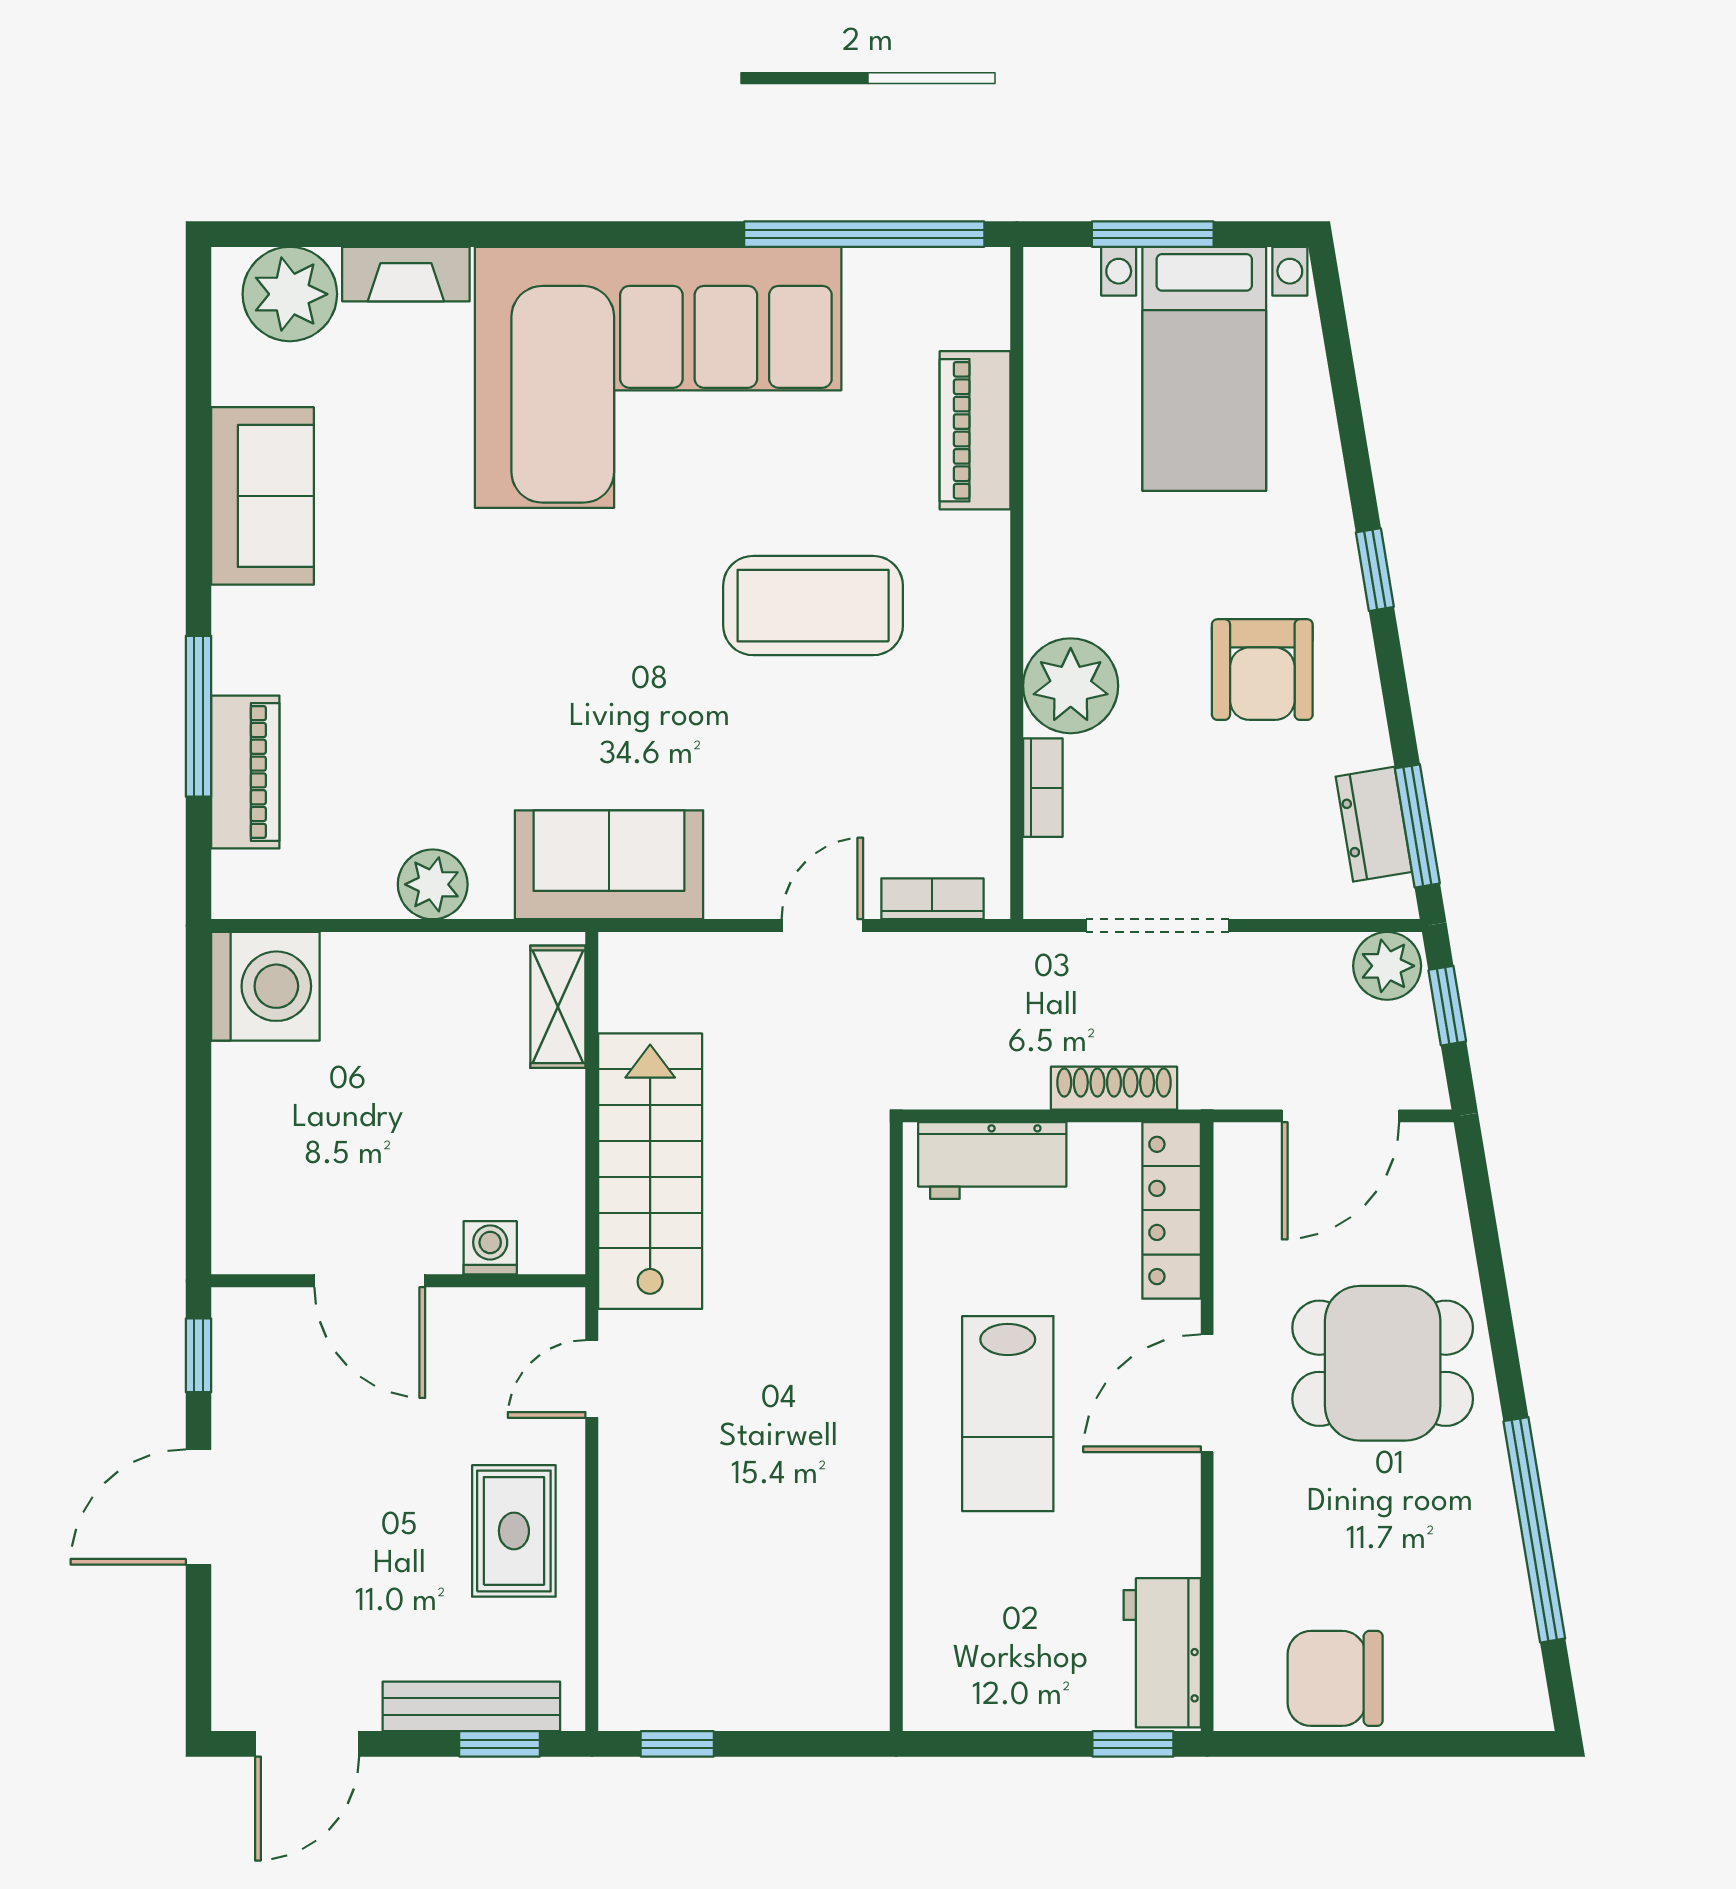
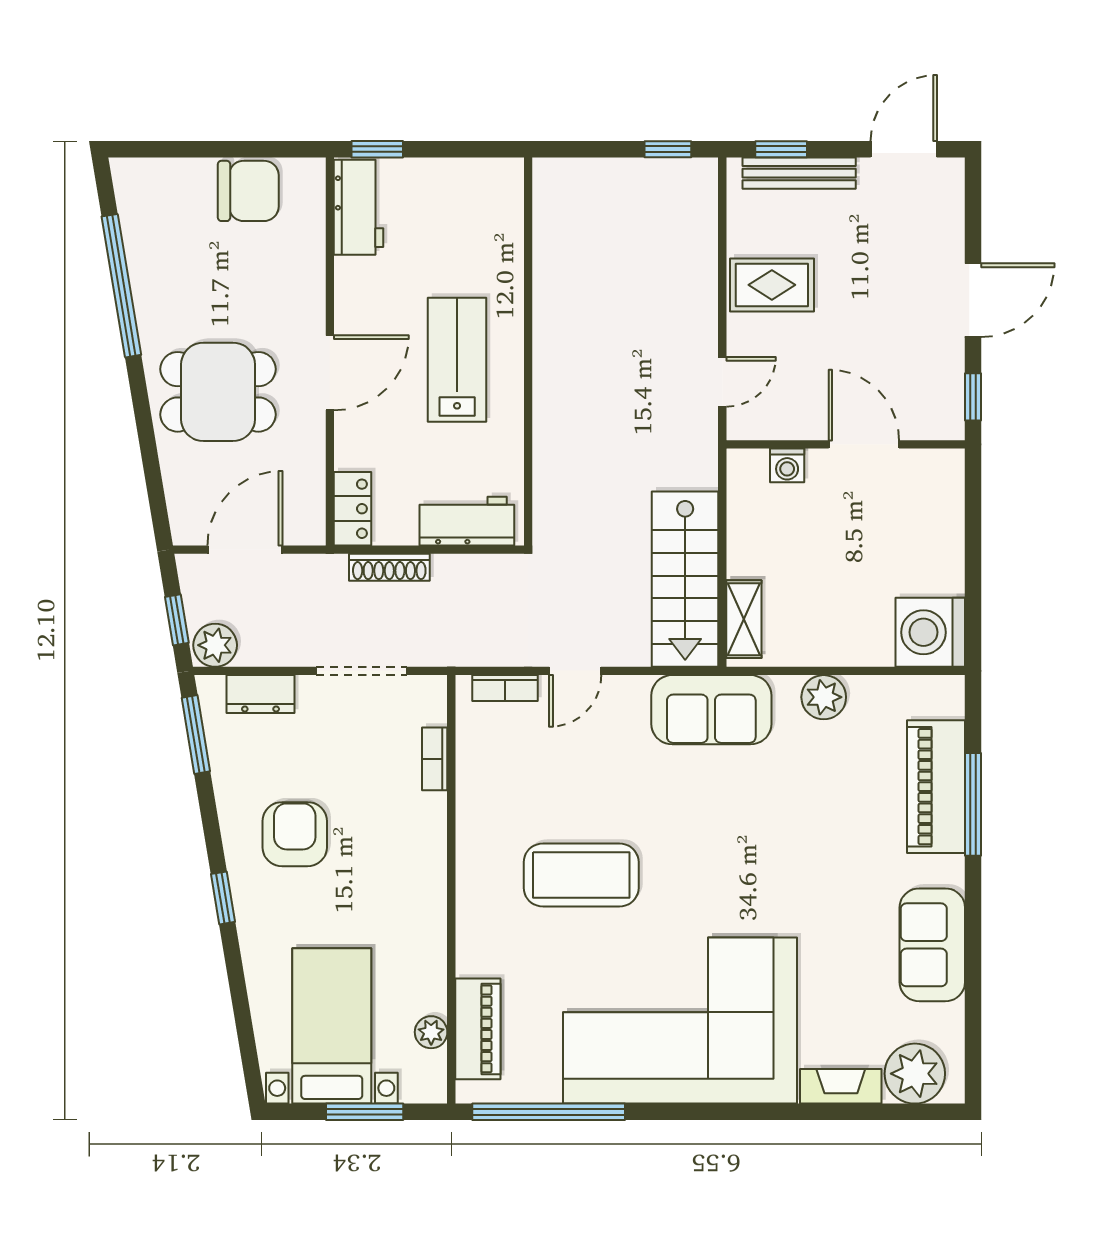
piano: (975, 430) -> (478, 1029), moved
plant: (1071, 686) -> (431, 1032), moved, width x0.53, depth x0.53
piano: (245, 772) -> (936, 787), width x1.37, depth x1.33
dresser: (1374, 824) -> (260, 694), moved, turned 99
stairs: (650, 1171) -> (685, 579), moved
locker: (1172, 1210) -> (353, 509), width x0.66
rug: (514, 1531) -> (772, 285), turned 90

